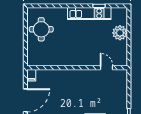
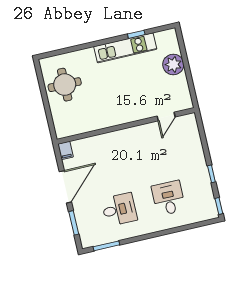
door: (107, 68) -> (166, 117), swing flipped

